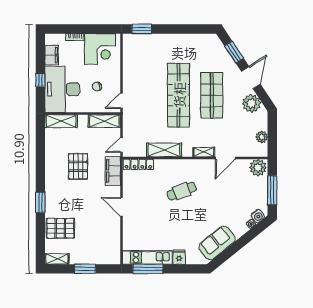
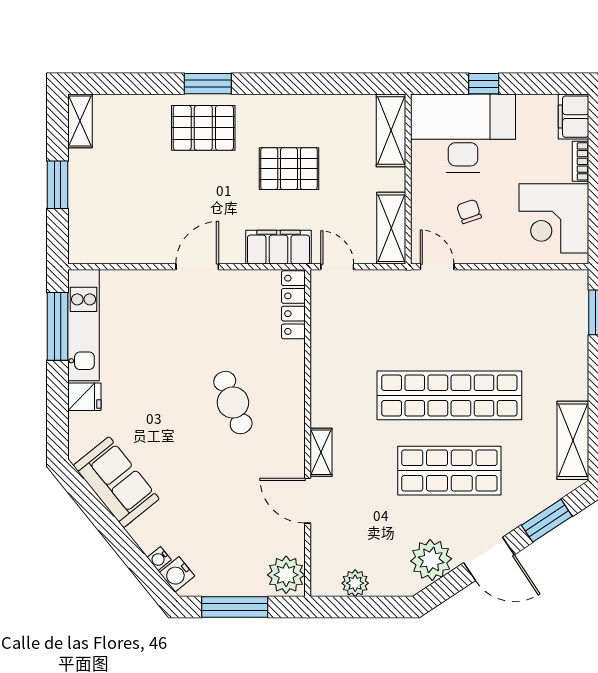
filing cabinet: (52, 55) -> (574, 117), moved, turned 90
shelving: (164, 150) -> (573, 440), moved
pallet: (60, 228) -> (203, 128), moved, turned 90

